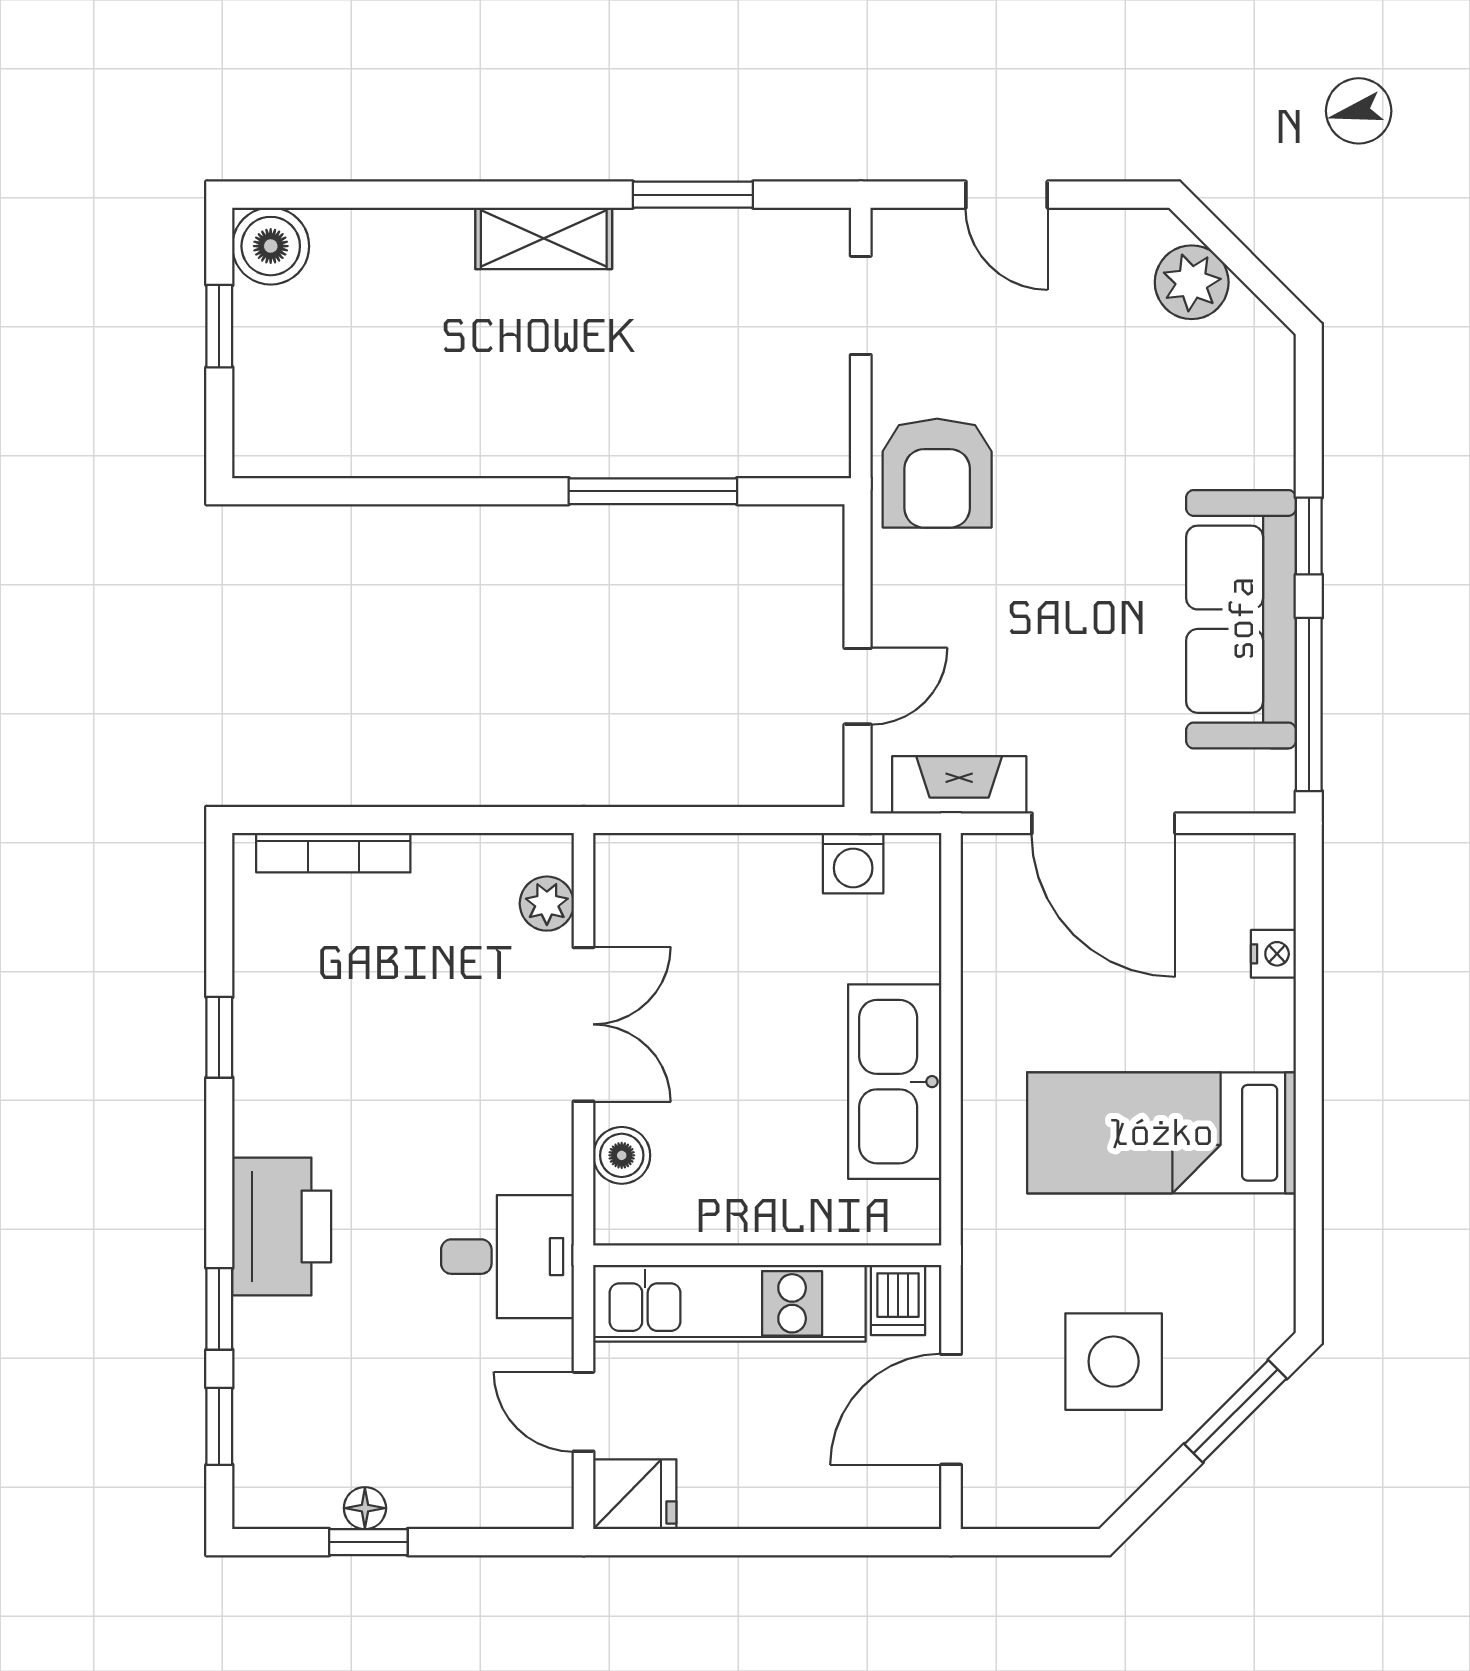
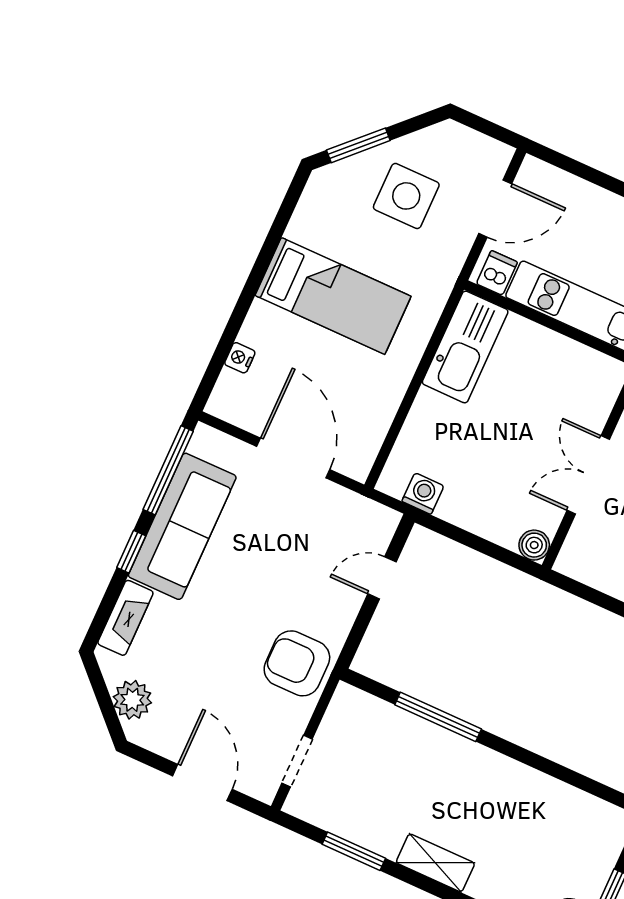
door: (1007, 195) -> (202, 783), width x1.38
armchair: (937, 473) -> (297, 663), turned -90
fireplace: (959, 785) -> (125, 618), moved, turned -90
plant: (547, 904) -> (580, 541), removed
kitchen sink: (895, 1082) -> (465, 347), moved
boiler: (622, 1155) -> (534, 545), moved

